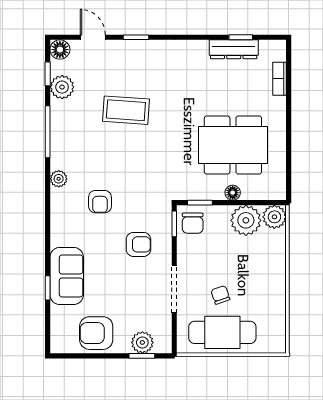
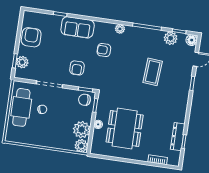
sofa: (67, 276) -> (78, 27), moved

